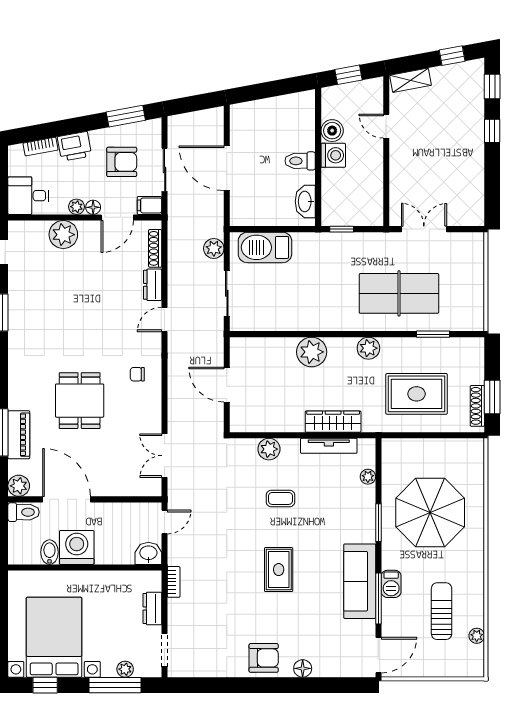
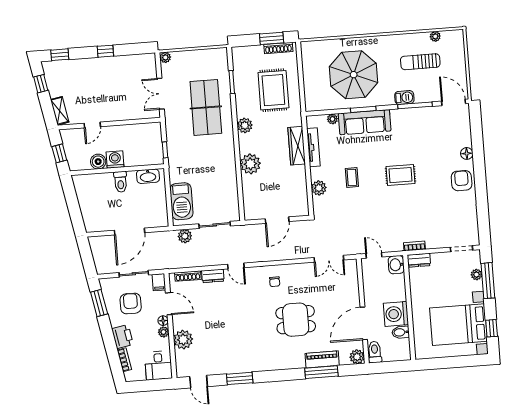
window: (492, 131) -> (105, 51), moved
plant: (476, 240) -> (165, 57), added
sofa: (360, 581) -> (365, 122), moved
dresser: (152, 608) -> (419, 260), moved

